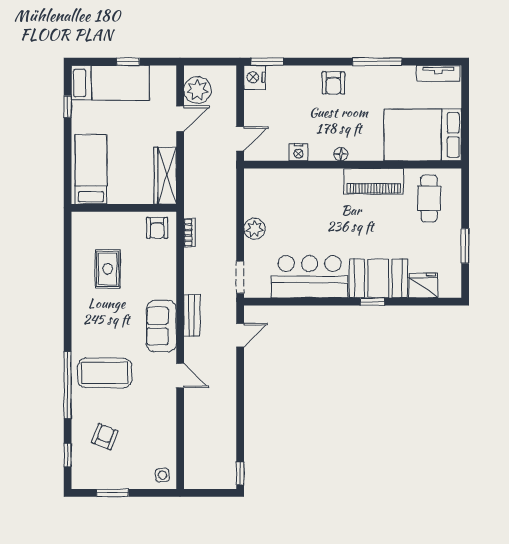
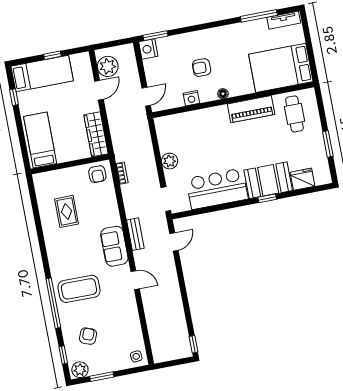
window: (377, 62) -> (259, 16), moved
armchair: (333, 83) -> (202, 68), moved, turned 90
plant: (86, 478) -> (80, 370), added

